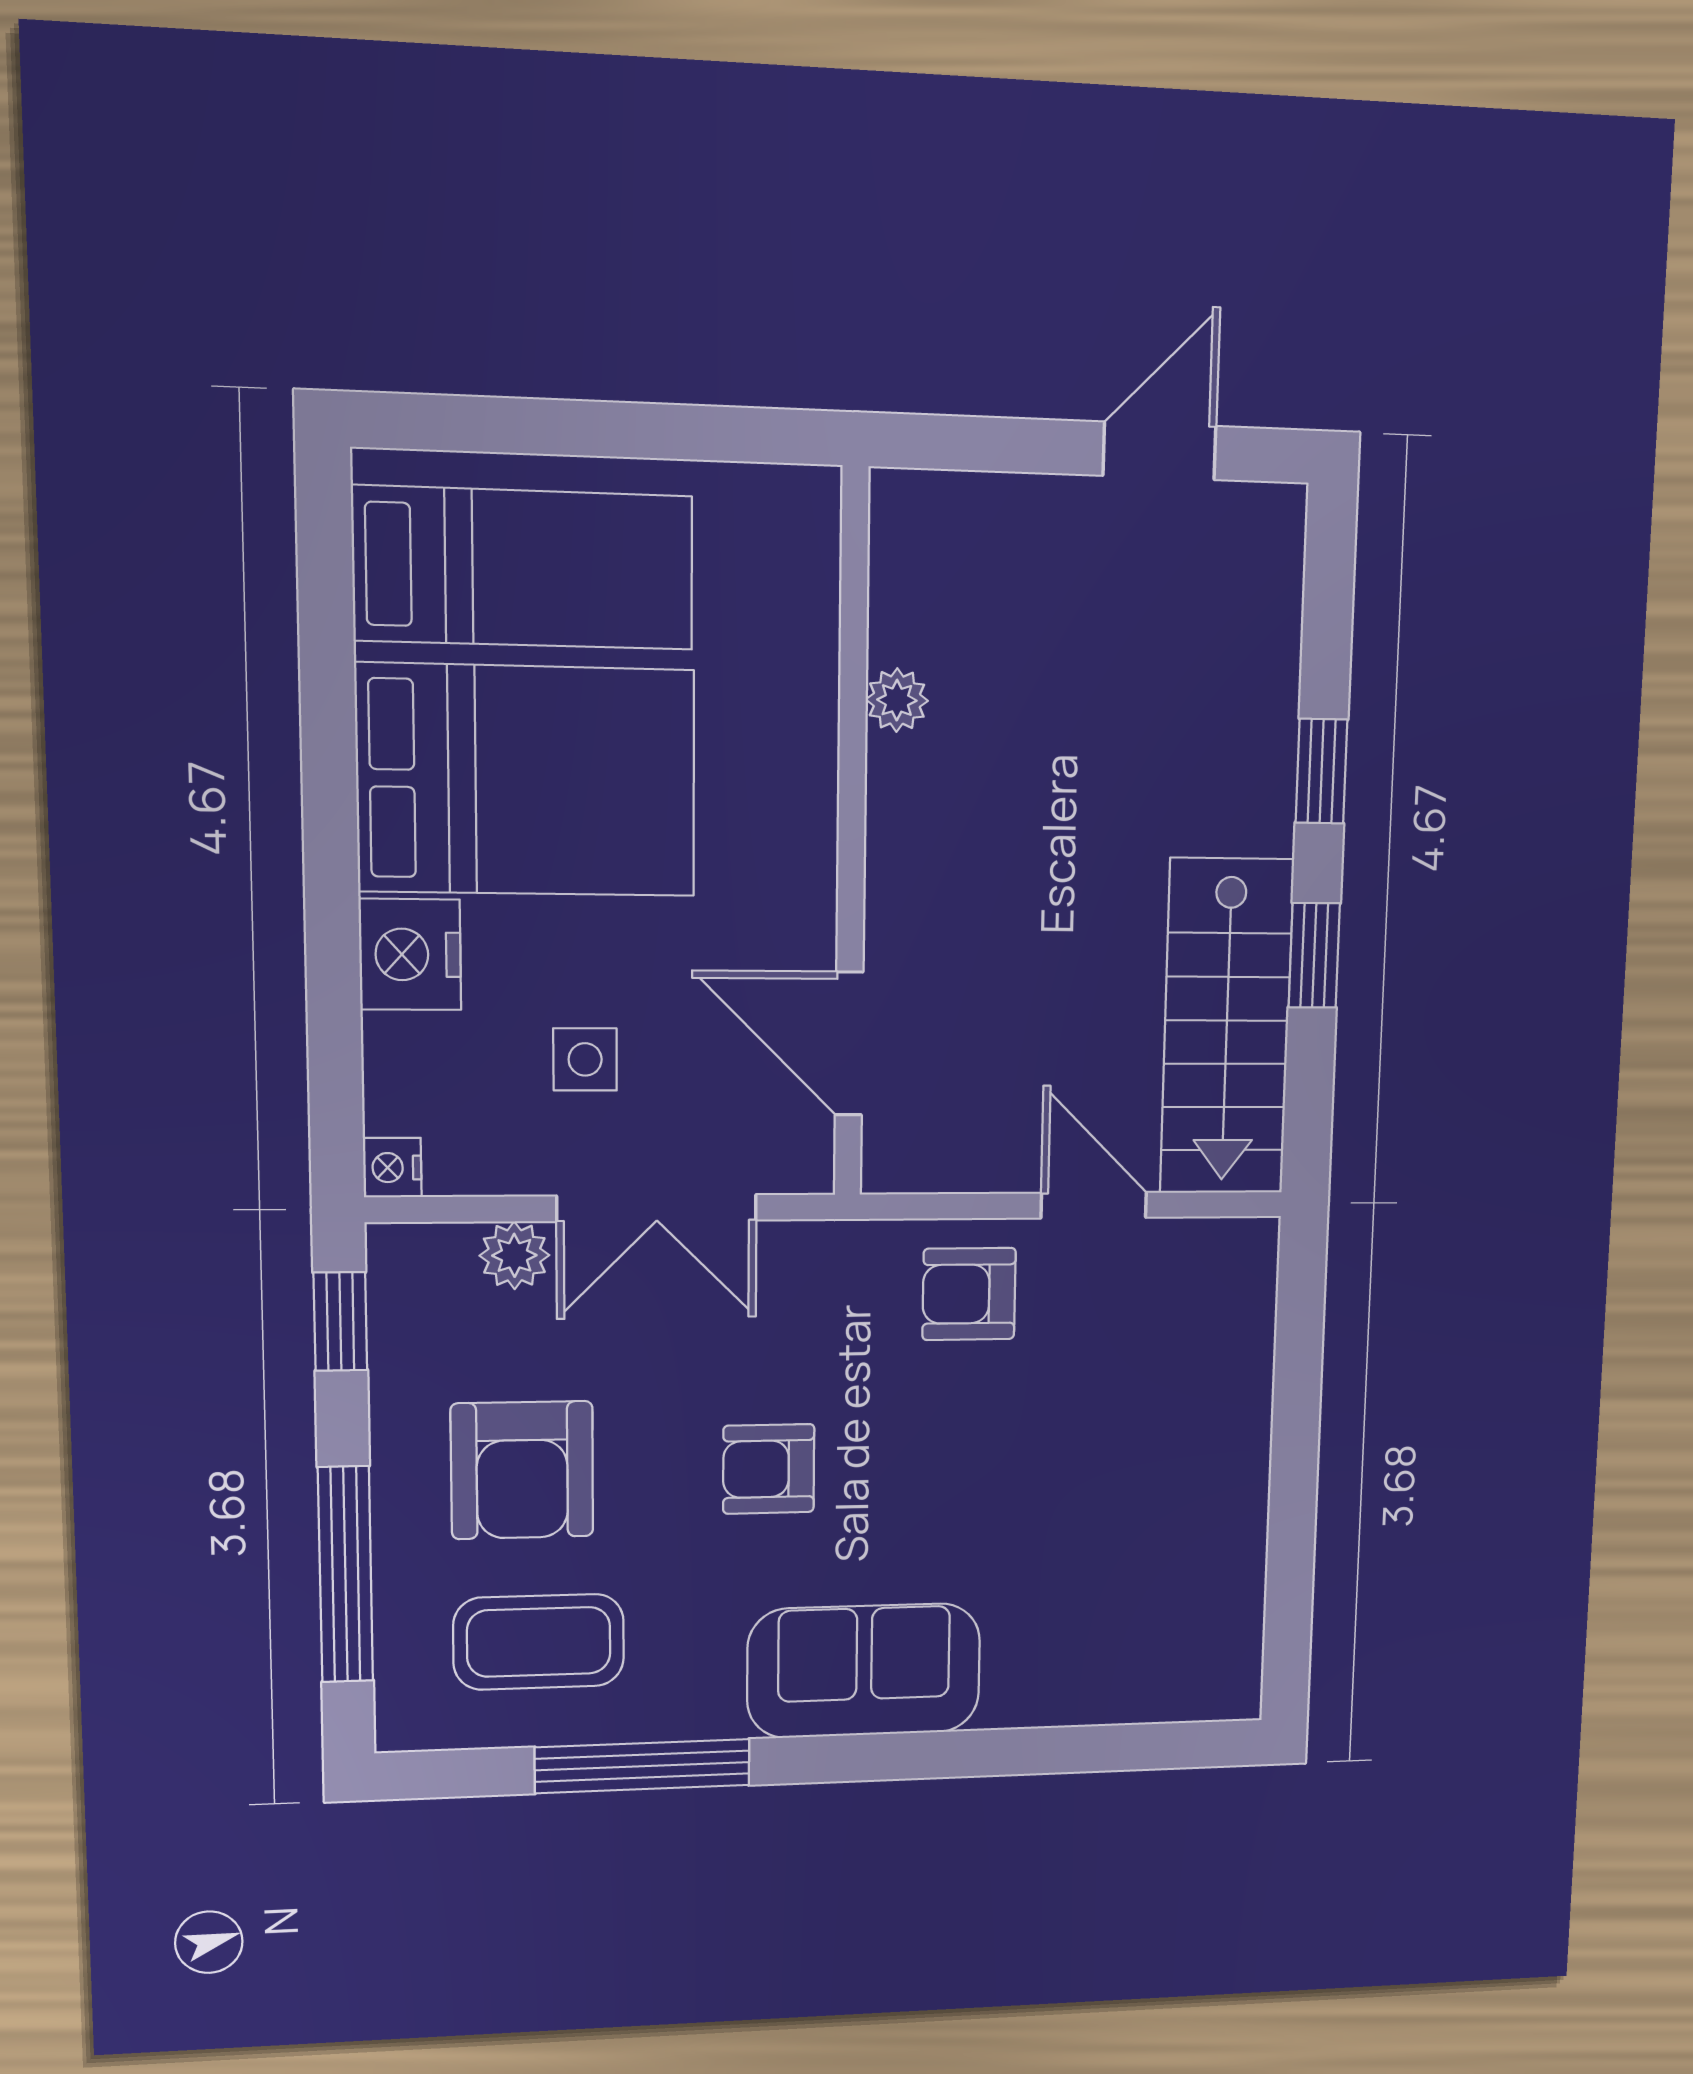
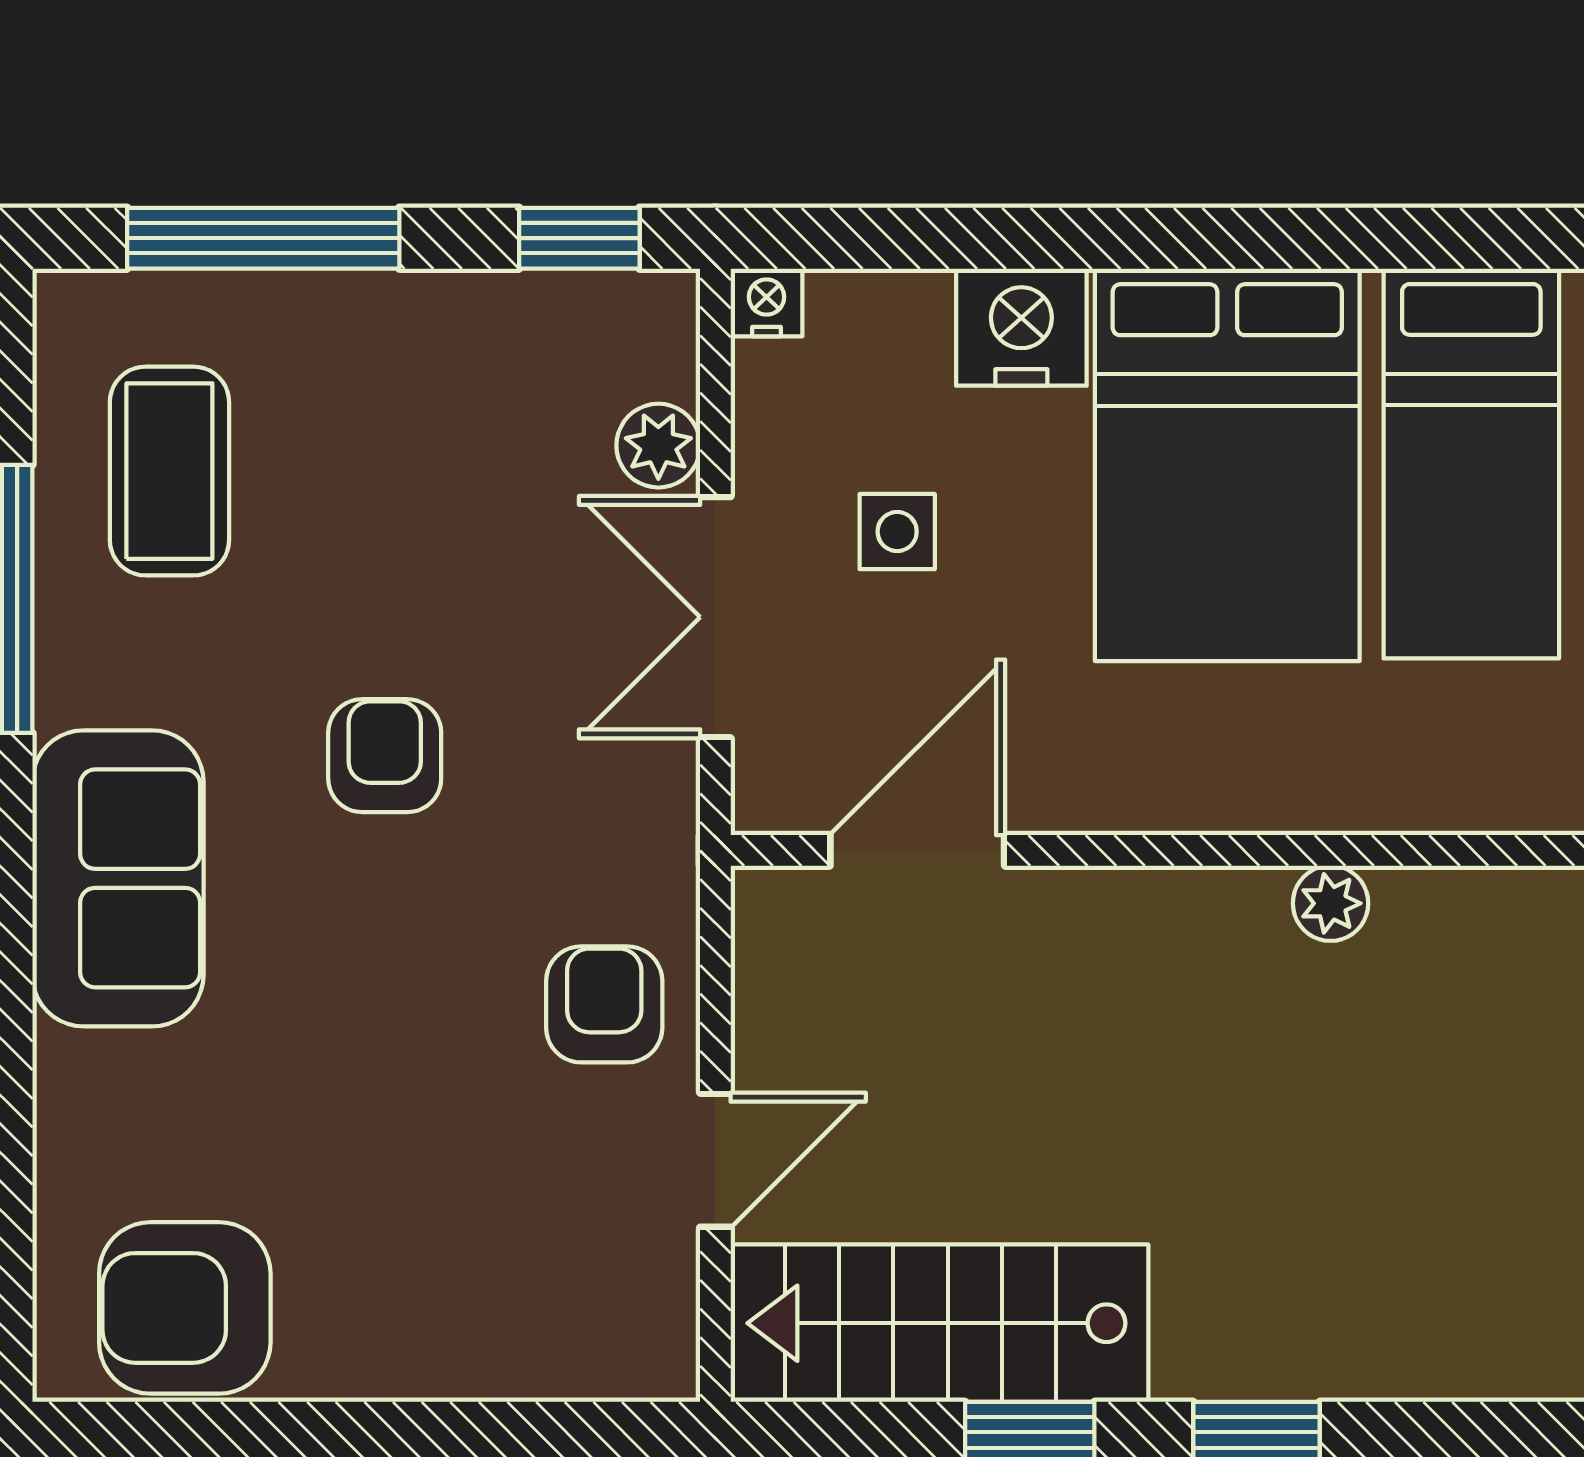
armchair: (522, 1470) -> (185, 1308), moved

